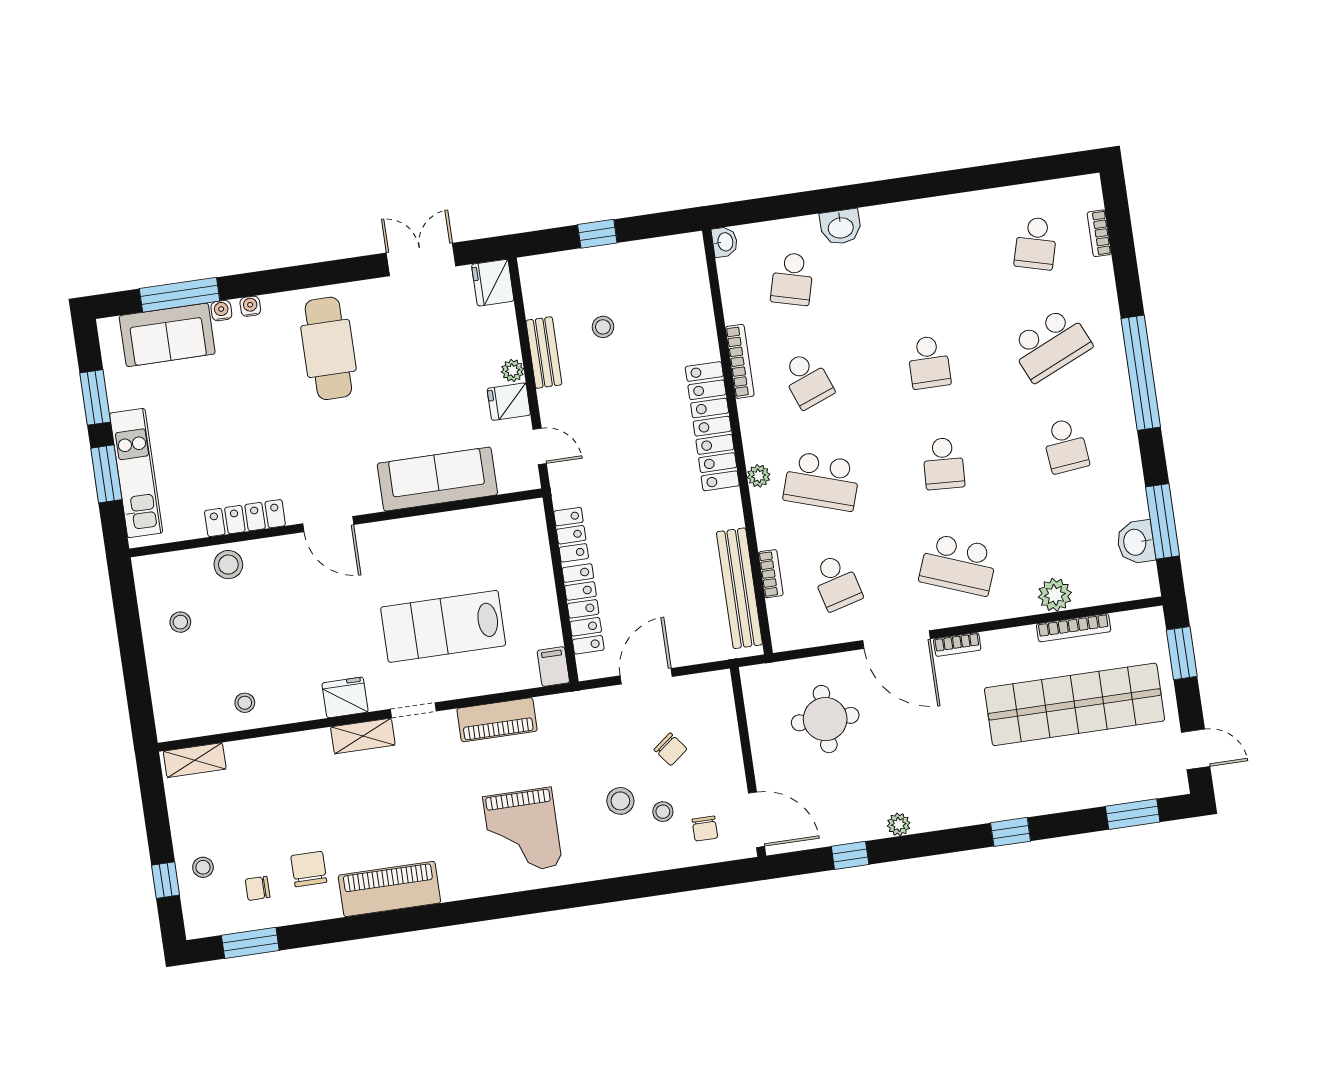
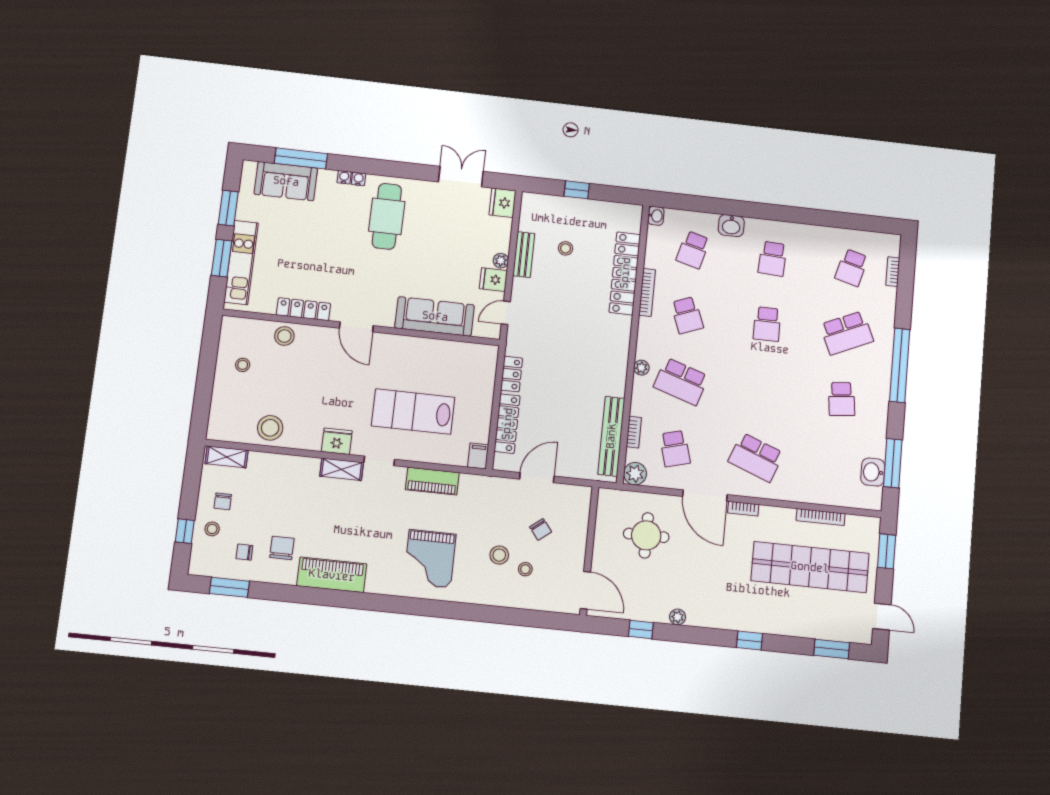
water cooler: (221, 311) -> (358, 179), moved
locker: (712, 426) -> (625, 273), moved
door: (540, 446) -> (506, 313), swing flipped
school desk: (944, 463) -> (772, 259), moved
plant: (1055, 595) -> (635, 474), moved
stool: (245, 703) -> (270, 428), width x1.89, depth x1.89
chair: (705, 829) -> (223, 501), moved

